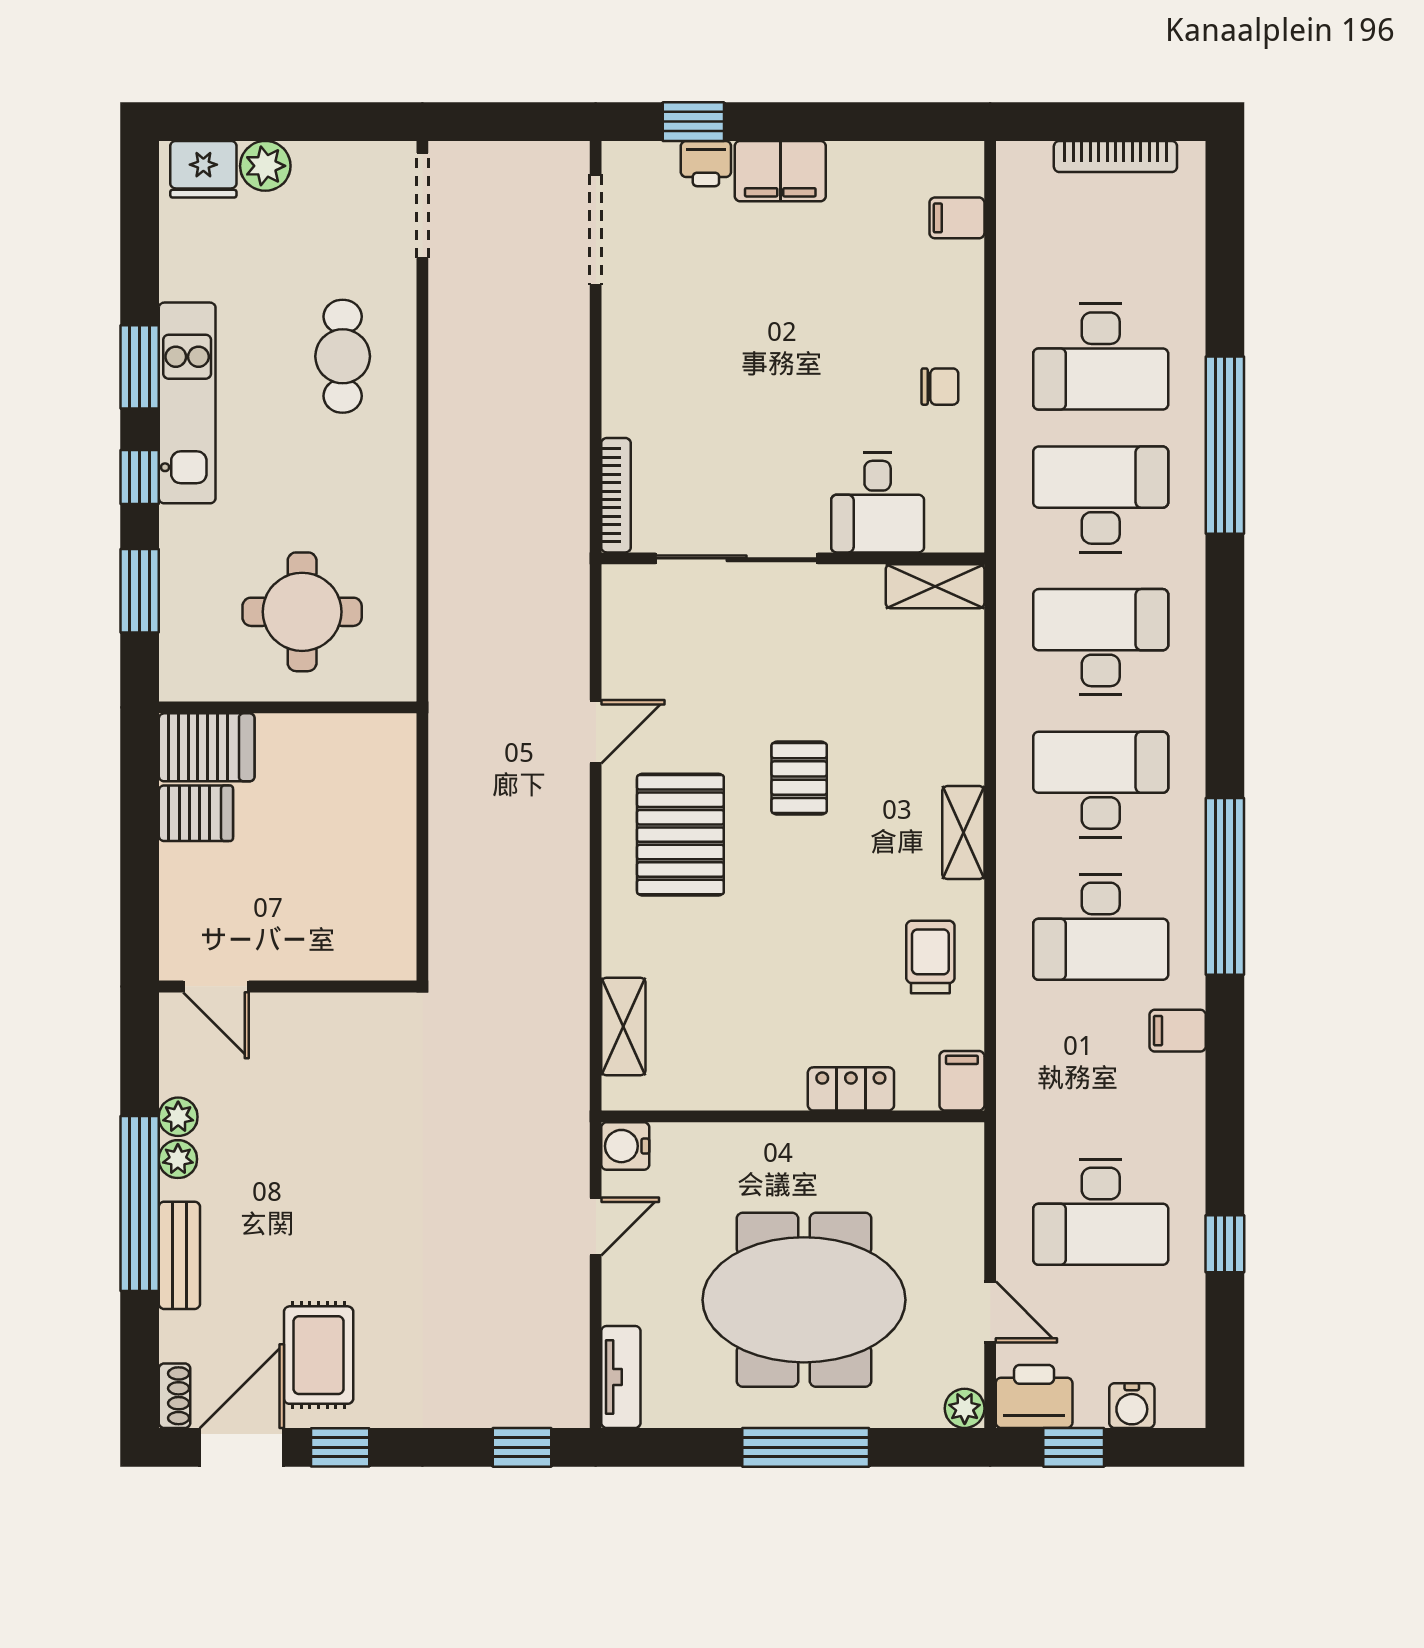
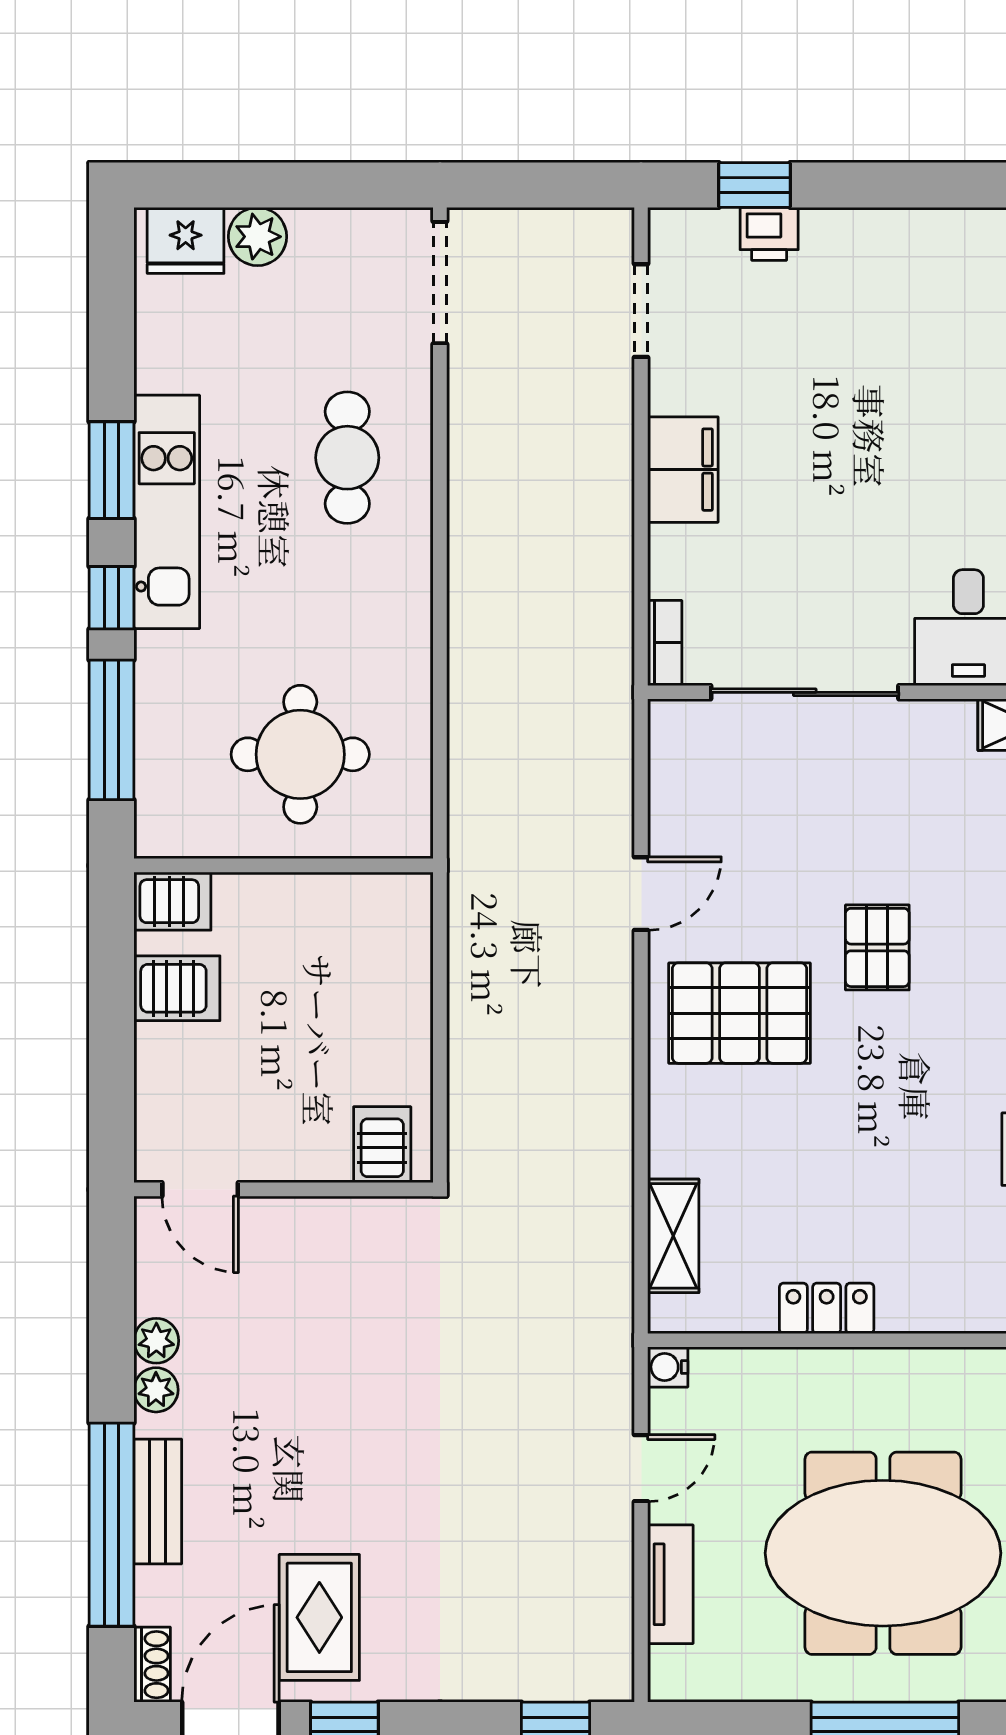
filing cabinet: (780, 171) -> (683, 470), moved, turned -90
doorway: (596, 230) -> (641, 311), width x0.73
bookcase: (616, 495) -> (665, 643), width x0.64
window: (140, 591) -> (111, 730), width x1.44
server rack: (207, 747) -> (172, 901), width x0.73, depth x0.70
pallet: (680, 835) -> (739, 1013), turned 90
server rack: (373, 948) -> (382, 1145), added
locker: (851, 1089) -> (827, 1308), moved
water cooler: (625, 1146) -> (668, 1367), width x0.72, depth x0.72
window: (140, 1203) -> (111, 1525), moved
tv unit: (621, 1377) -> (670, 1584), moved

